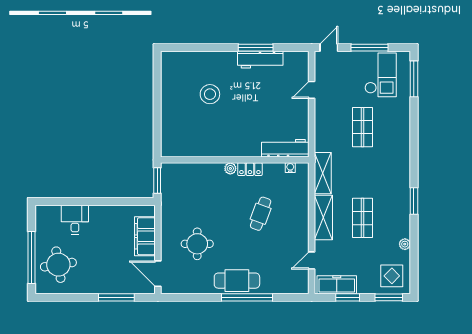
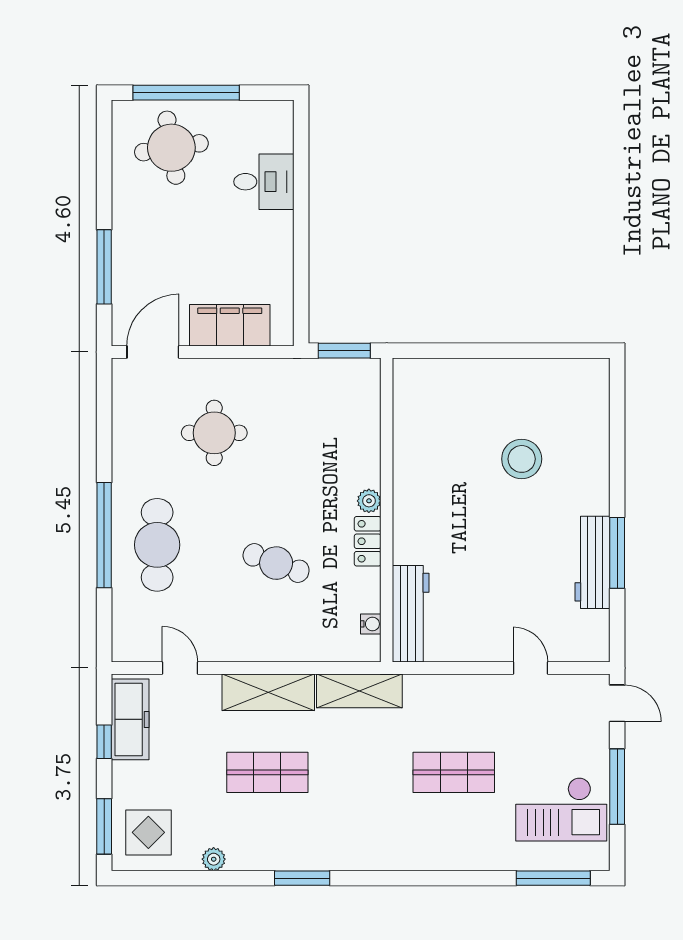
cafe table: (237, 281) -> (157, 545), moved
window: (348, 297) -> (104, 742), width x0.67

